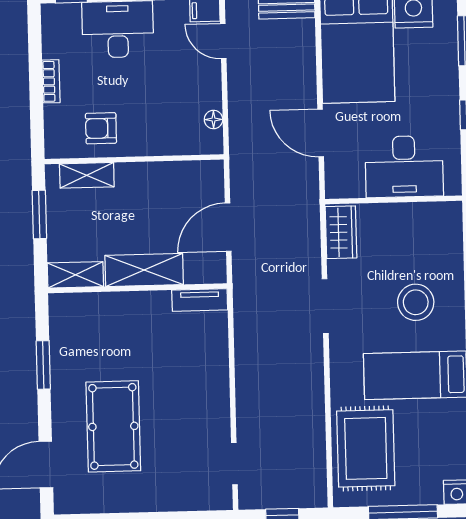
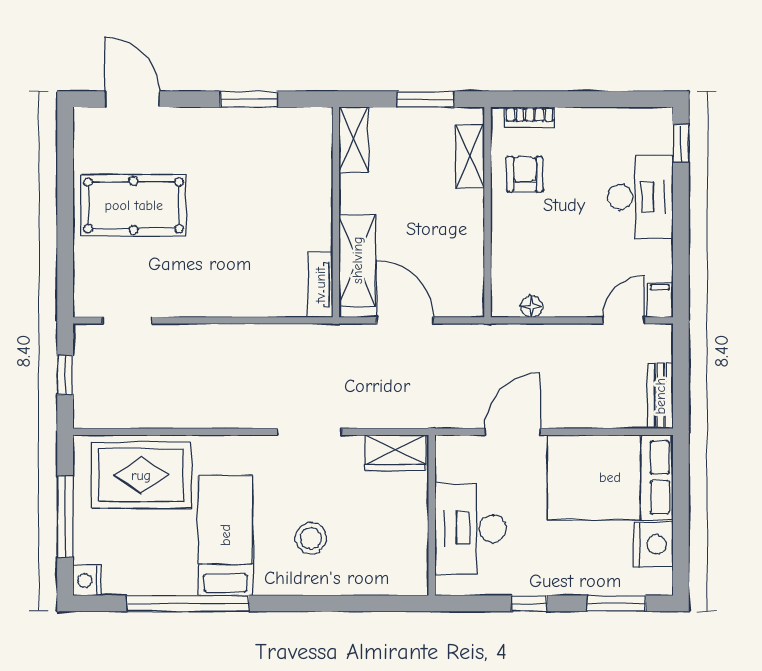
bookcase: (51, 81) -> (530, 117), moved
shelving: (144, 270) -> (357, 260), moved
stool: (416, 302) -> (311, 538), width x0.73, depth x0.73
pool table: (113, 426) -> (134, 205), moved

